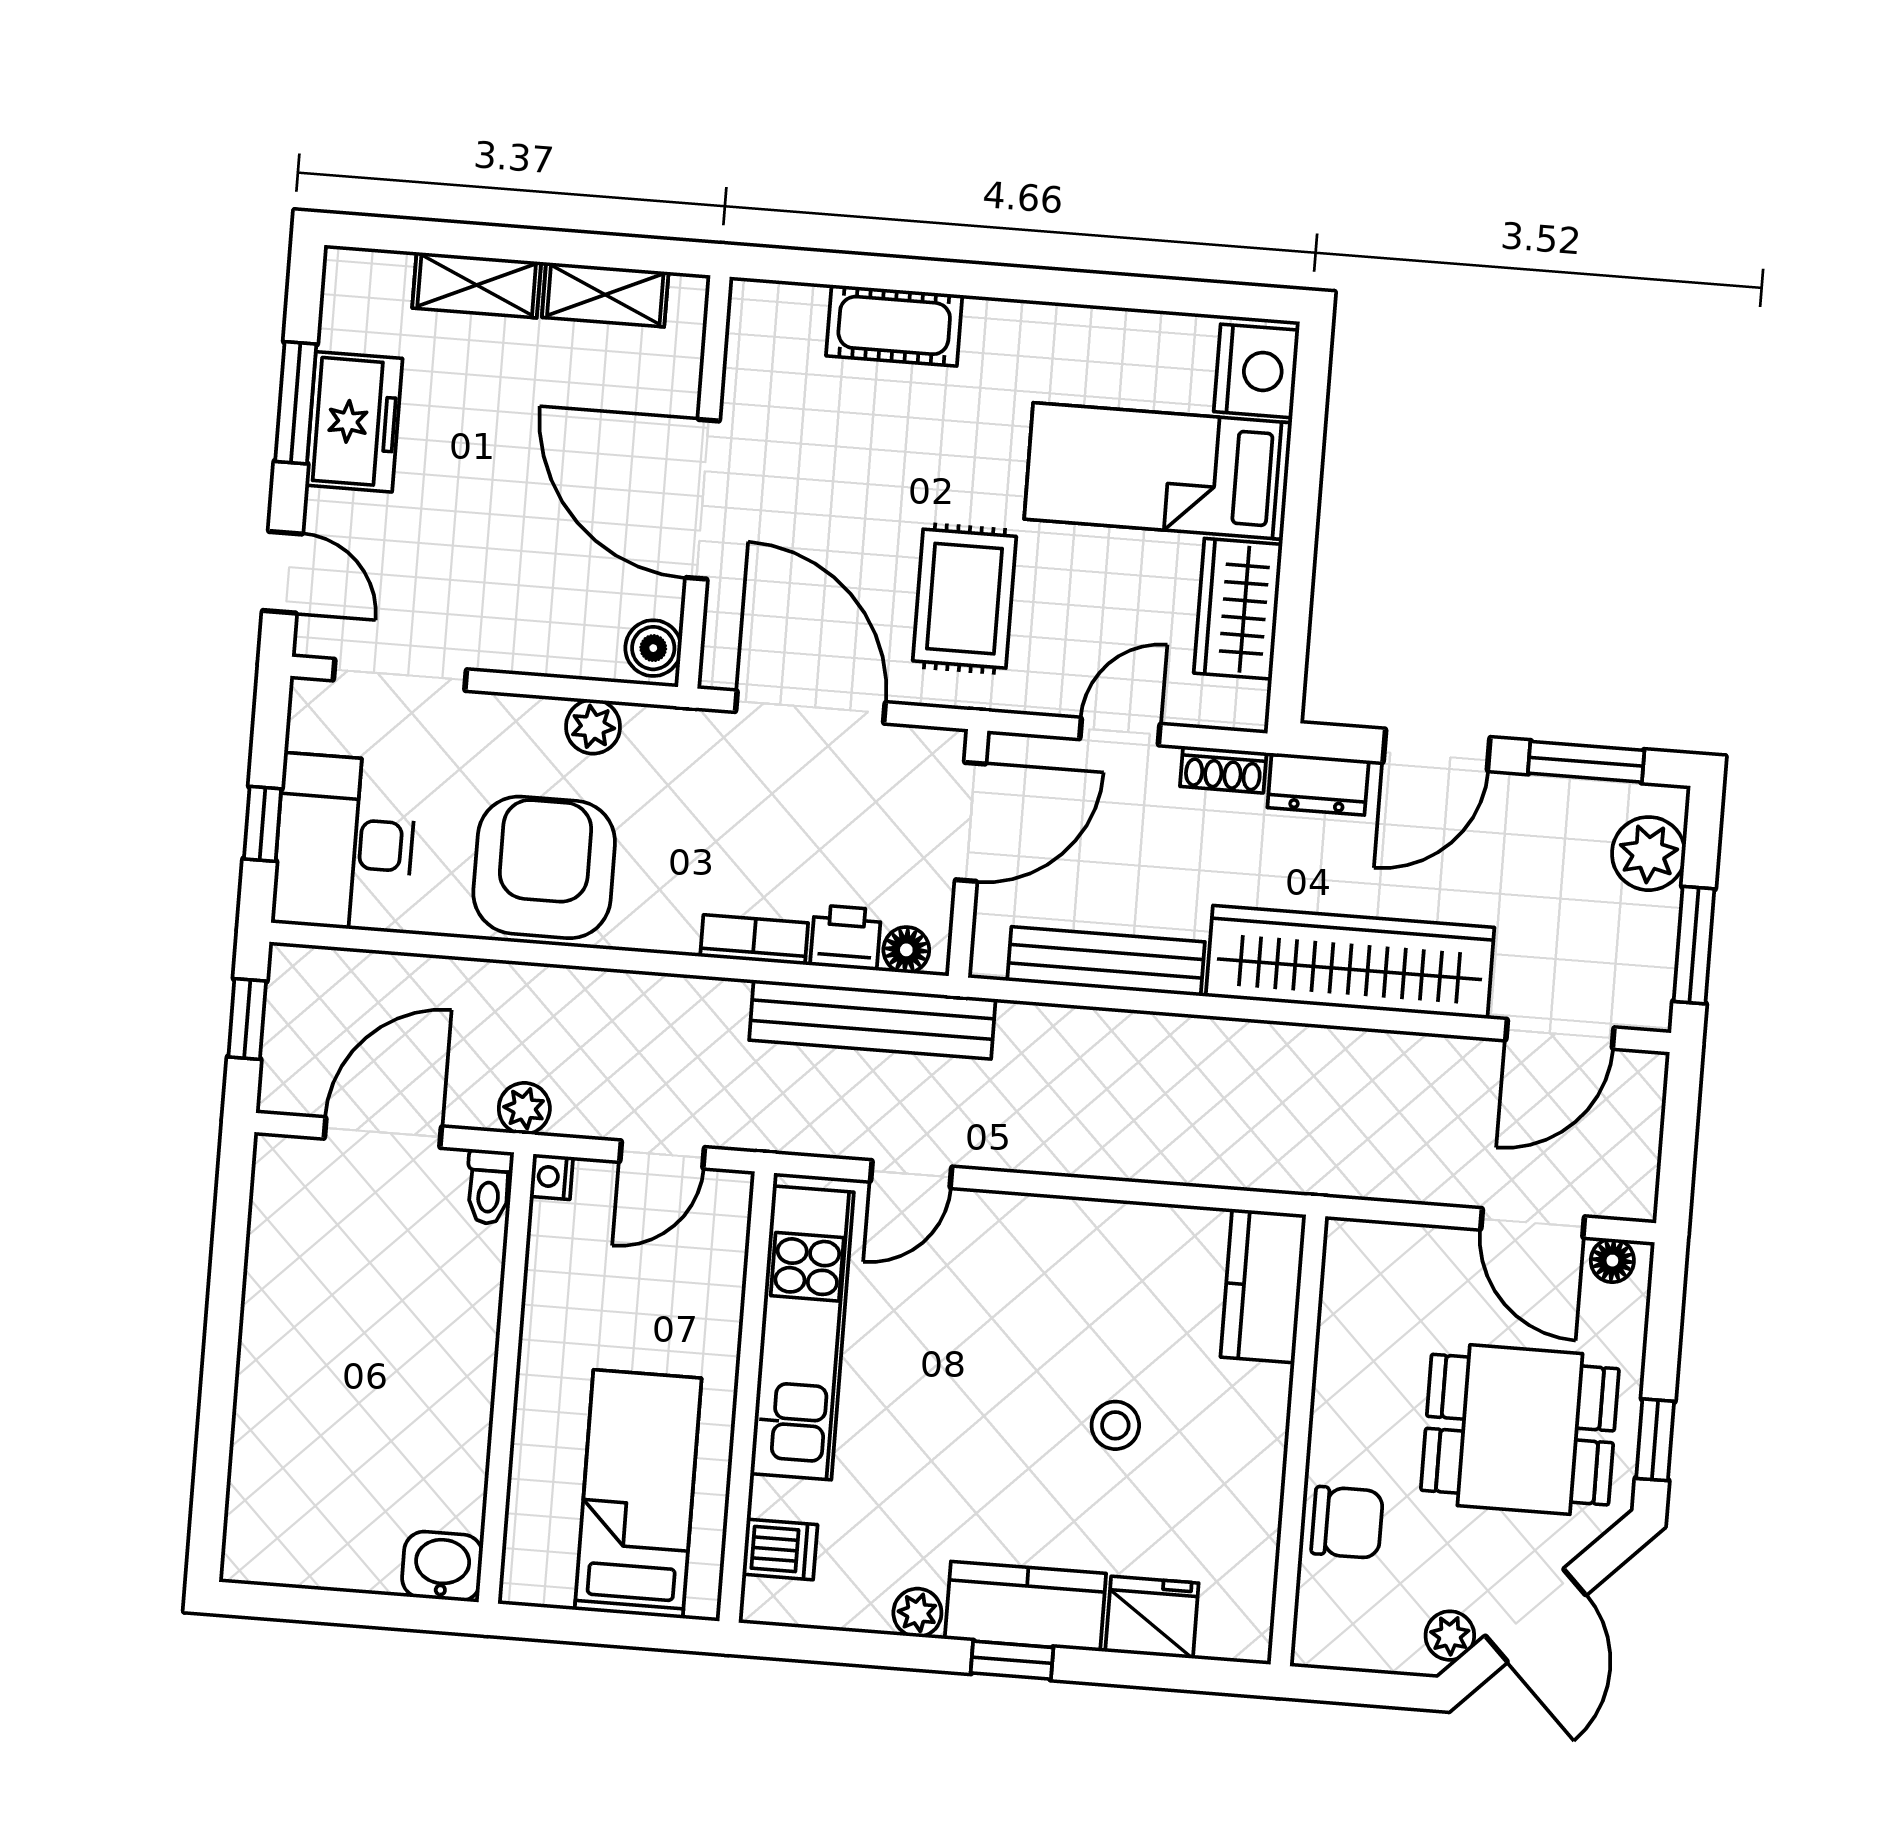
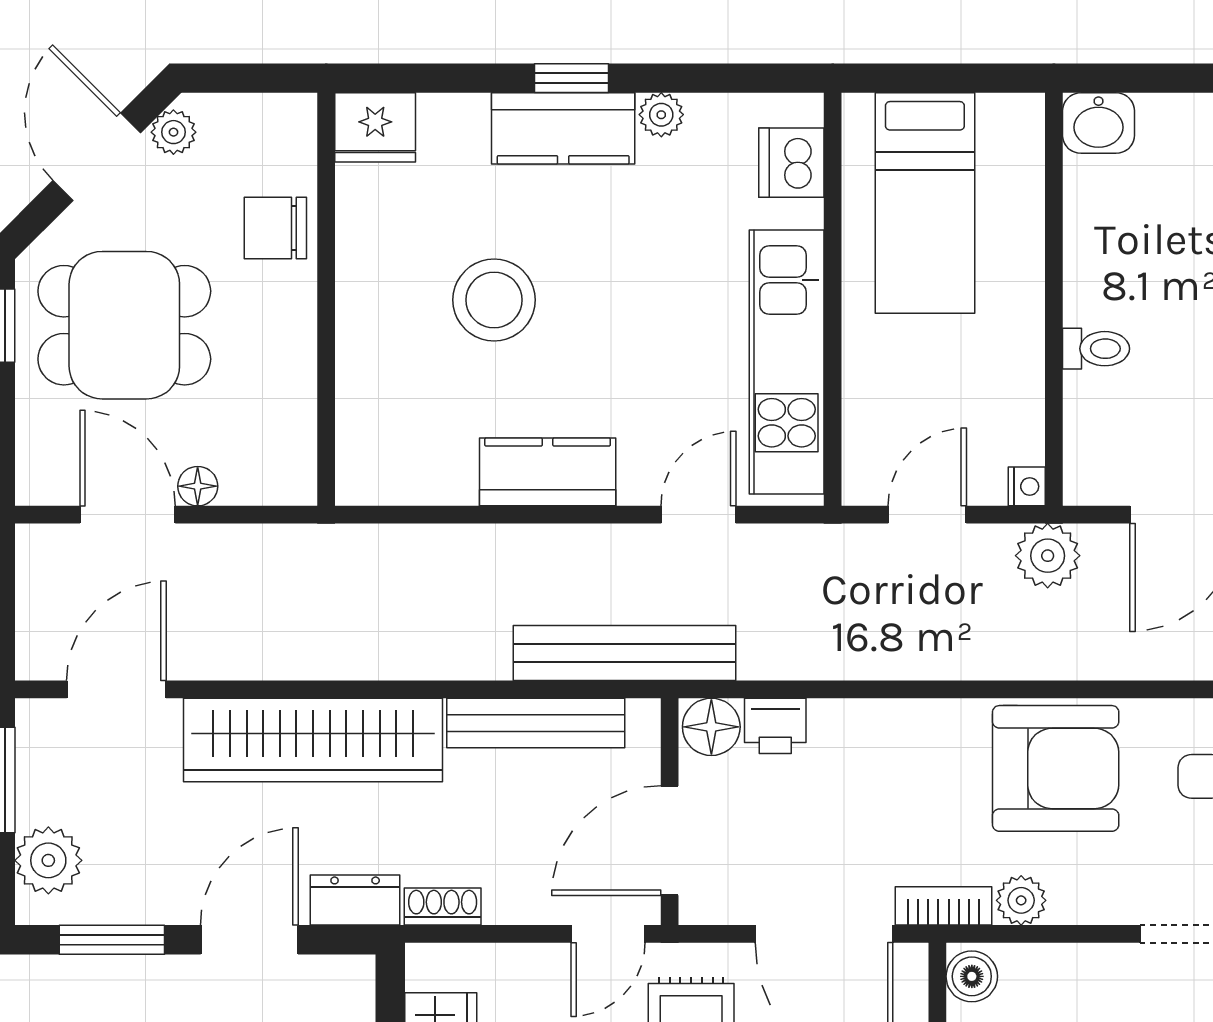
door: (1120, 731) -> (608, 934), moved
armchair: (544, 867) -> (1056, 768), turned -90
bookcase: (754, 940) -> (944, 906), moved, turned 180
floor lamp: (906, 950) -> (711, 727), width x1.37, depth x1.37
bench: (872, 1020) -> (625, 653), moved
plant: (524, 1108) -> (1048, 556), width x1.38, depth x1.38
toilet: (489, 1187) -> (1096, 349), moved, turned 90
floor lamp: (1612, 1261) -> (198, 486), moved
kitchen counter: (1263, 1286) -> (548, 472), moved, turned -90
stool: (1115, 1425) -> (494, 300), width x1.89, depth x1.89
dishwasher: (780, 1549) -> (791, 163), width x1.38
fridge: (1152, 1617) -> (375, 127), moved

